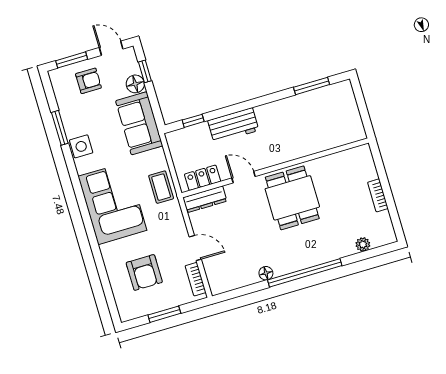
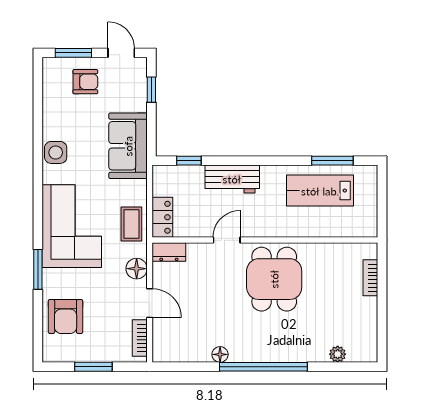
floor lamp: (135, 84) -> (137, 269), moved
lab bench: (309, 114) -> (320, 191), added
window: (60, 128) -> (38, 269), moved
door: (243, 177) -> (227, 240), hinge flipped
locker: (203, 178) -> (162, 217), moved, turned 90
bookcase: (378, 195) -> (370, 278), moved
dresser: (205, 199) -> (169, 252), width x0.70
armchair: (144, 272) -> (66, 316), moved

